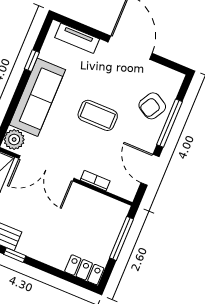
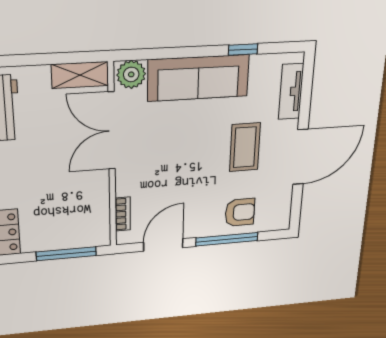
armchair: (152, 106) -> (240, 212), turned 150
coffee table: (98, 115) -> (245, 147), moved
bookcase: (95, 181) -> (123, 214), moved

